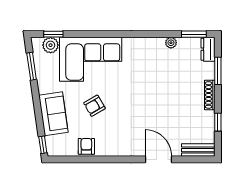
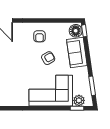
floor lamp: (55, 145) -> (76, 31), added
armchair: (86, 146) -> (39, 36), moved

